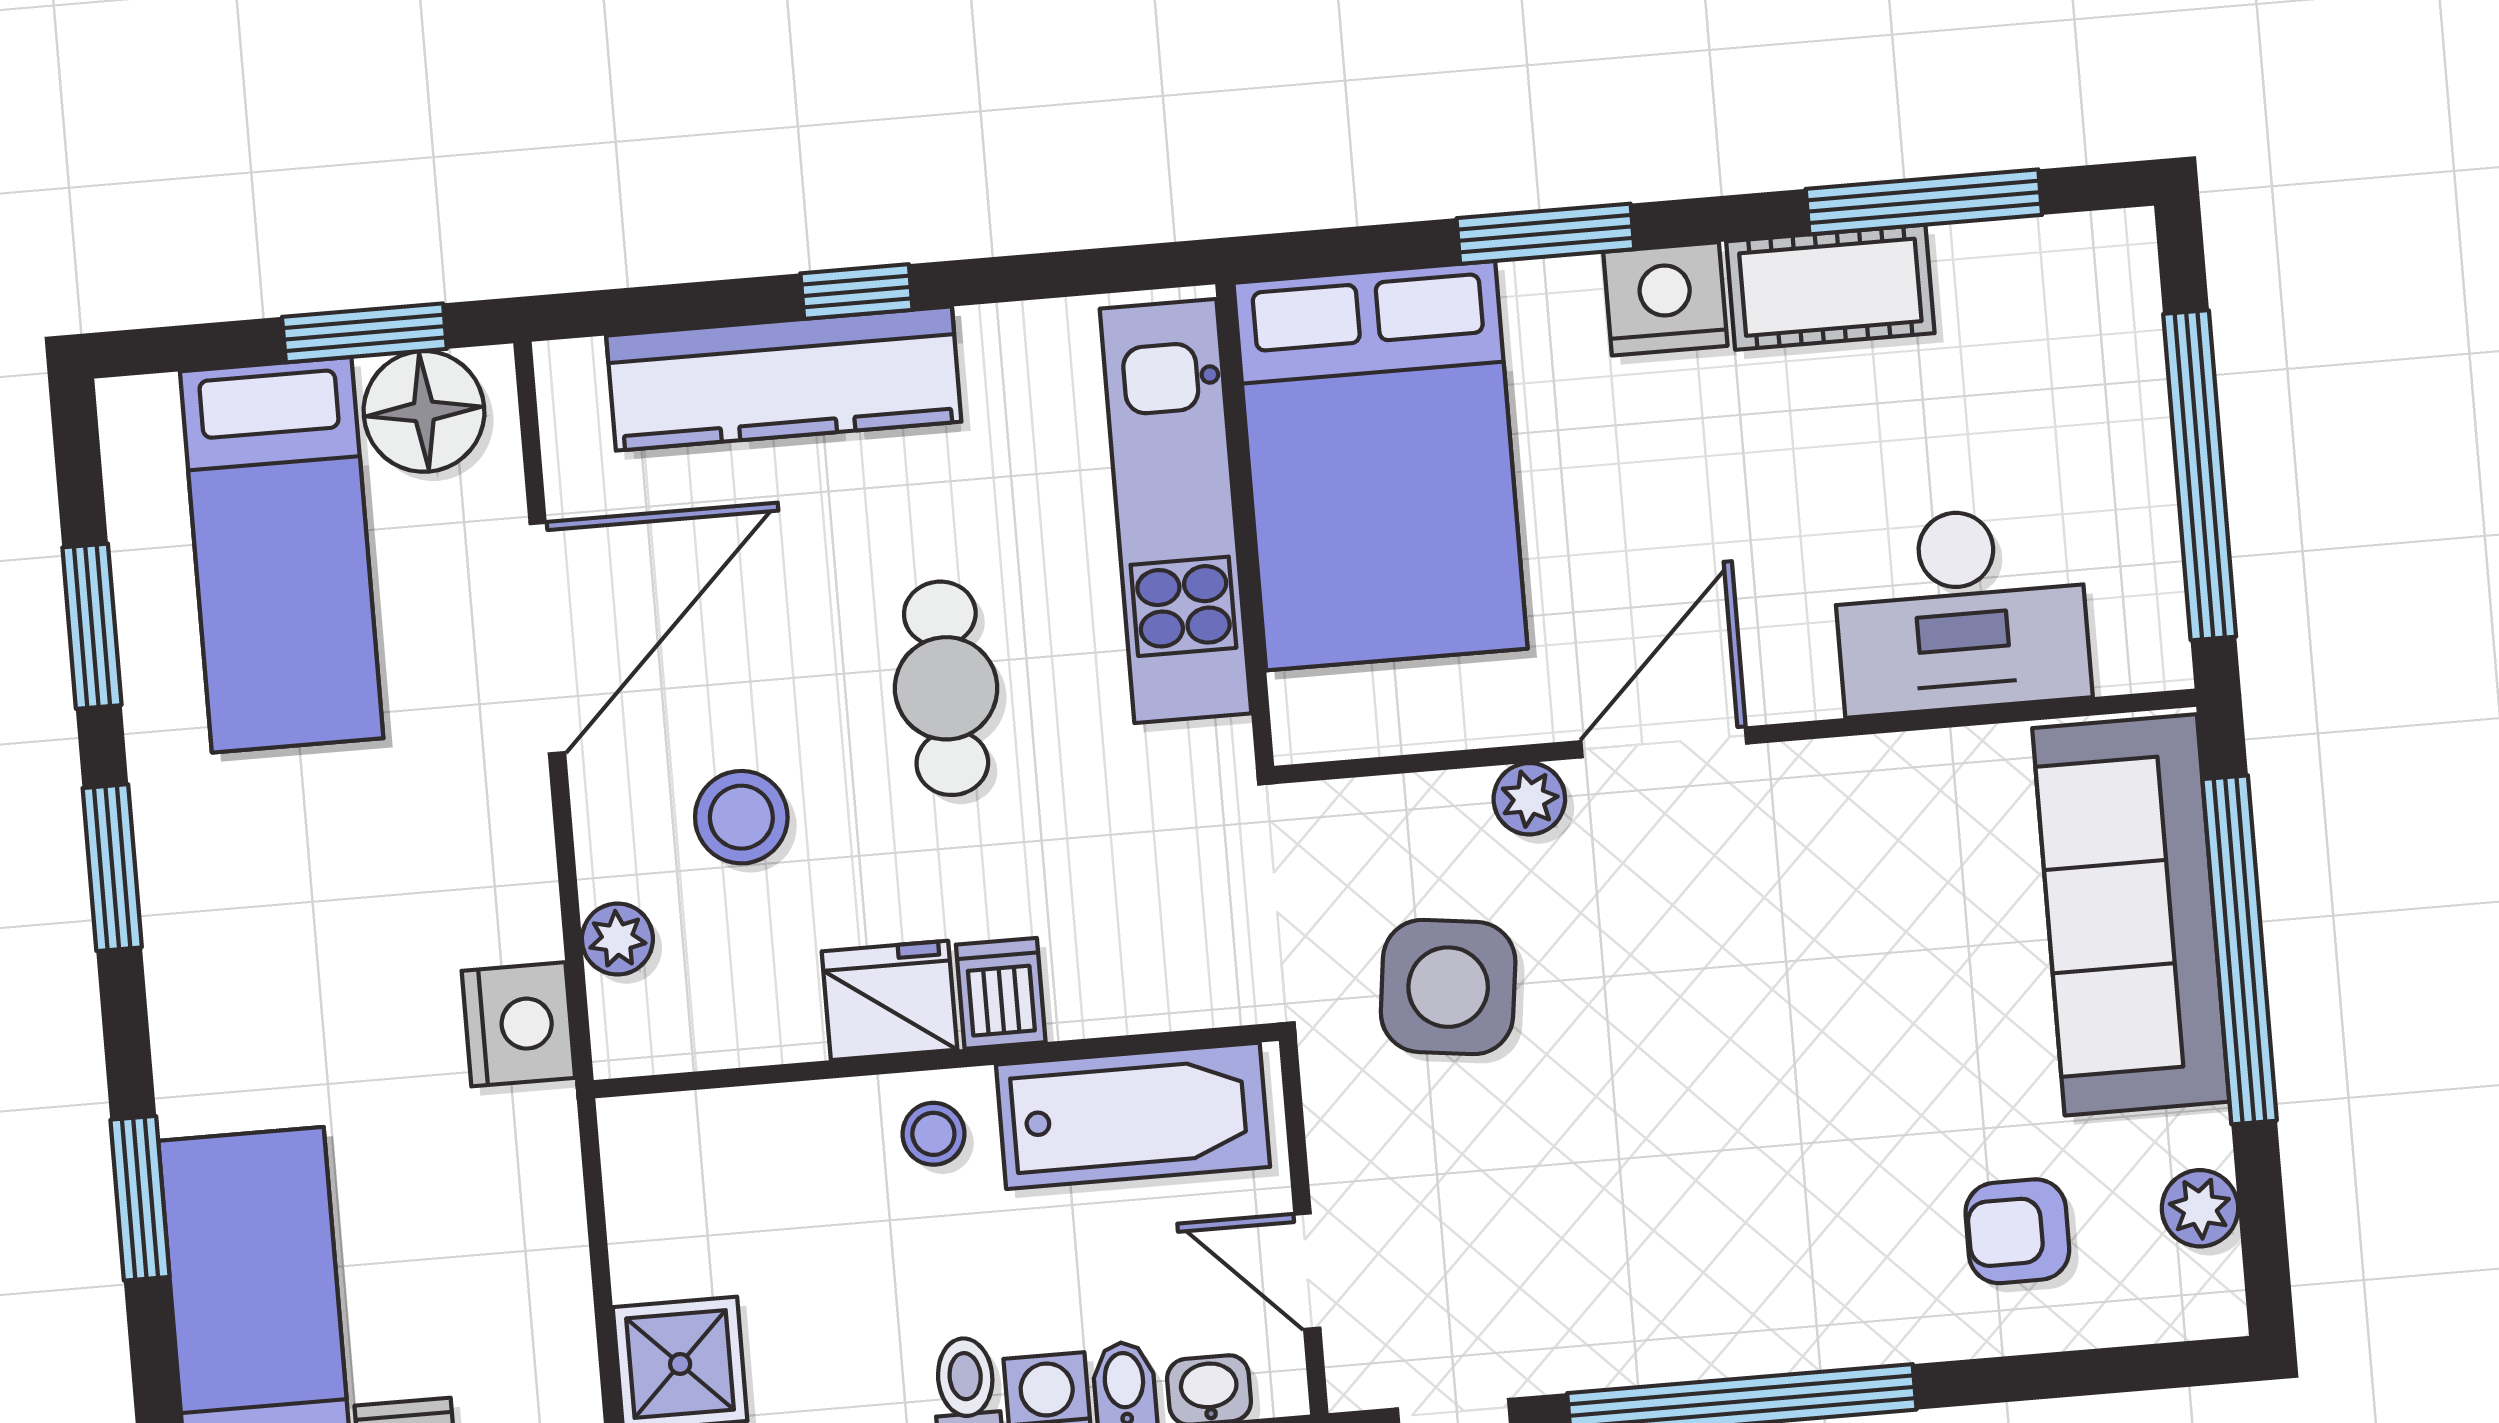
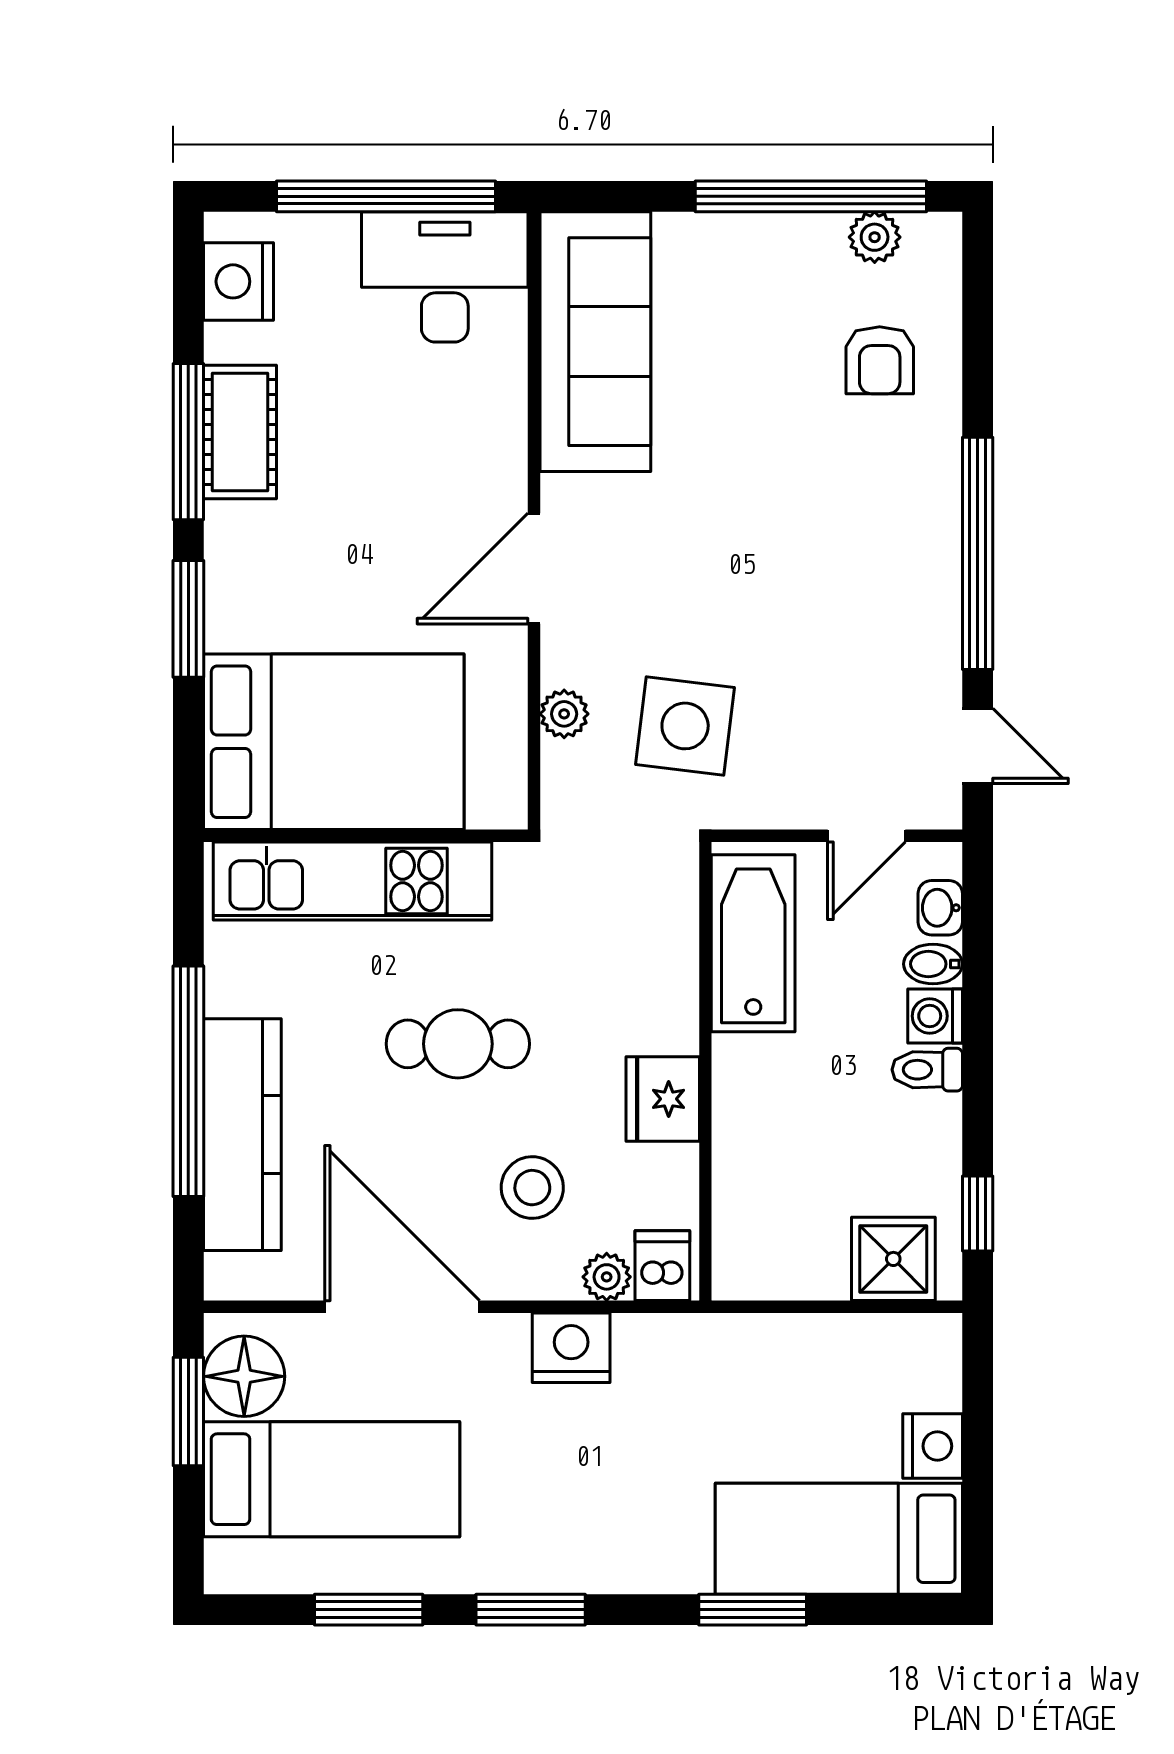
window: (1924, 202) -> (188, 442), moved
window: (857, 292) -> (188, 1081), width x3.17
nightstand: (1665, 299) -> (239, 281), moved
desk: (1961, 610) -> (445, 277), moved, turned -90
door: (1664, 742) -> (534, 568), hinge flipped
plant: (1529, 799) -> (564, 714), moved
sofa: (2131, 915) -> (595, 342), moved, turned -90
window: (2240, 950) -> (811, 196), moved
dishwasher: (1001, 993) -> (662, 1266), moved, turned 90
nightstand: (518, 1024) -> (571, 1348), moved
stool: (933, 1134) -> (754, 1077), removed

